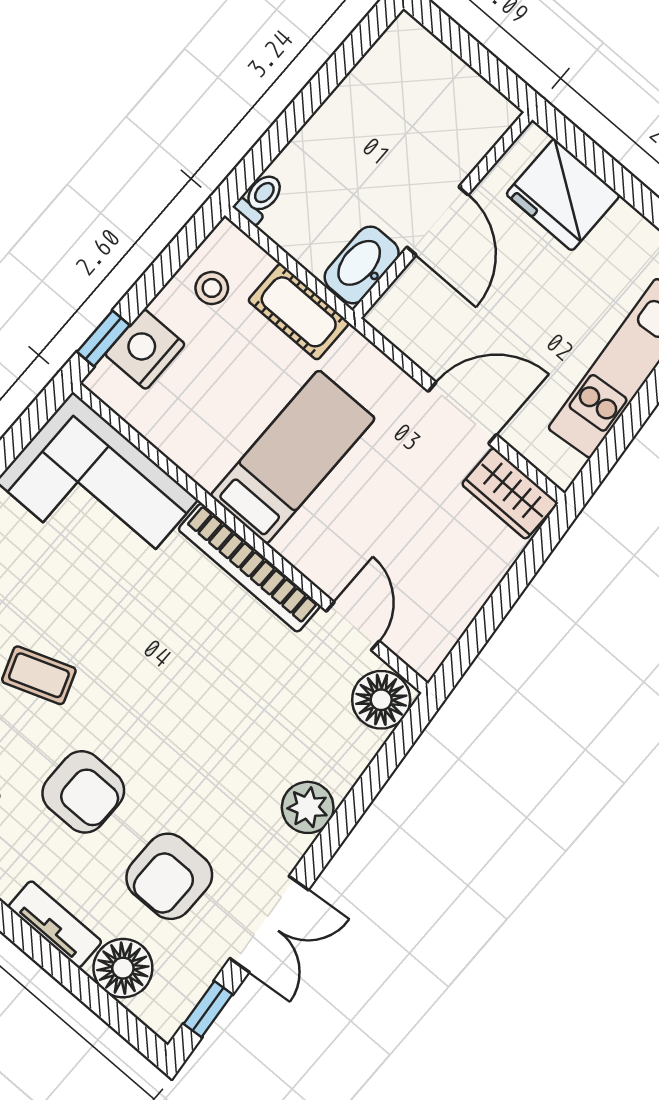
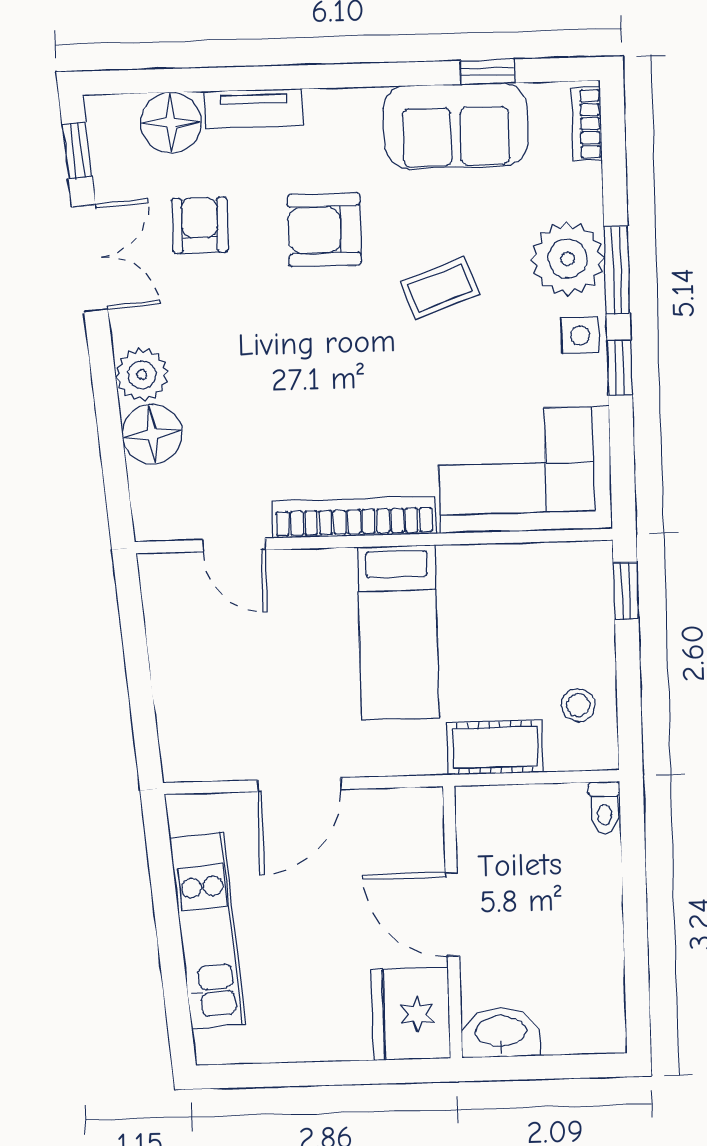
fridge: (563, 195) -> (411, 1014), moved, turned -90
washbasin: (362, 265) -> (501, 1033), moved, turned -90
nightstand: (145, 349) -> (586, 612), removed
wardrobe: (510, 493) -> (207, 756), removed
floor lamp: (381, 700) -> (152, 434), moved
armchair: (169, 876) -> (200, 225), width x0.72, depth x0.72
double door: (269, 924) -> (90, 258), swing flipped

